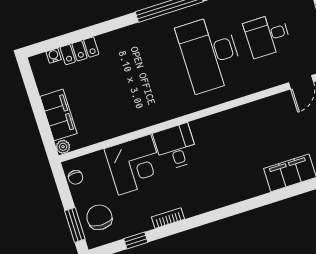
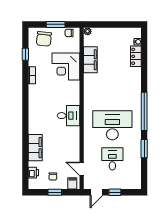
filing cabinet: (58, 115) -> (90, 60), moved, turned -90
desk: (176, 147) -> (68, 116), moved
chair: (99, 217) -> (44, 39), turned 96
window: (75, 225) -> (56, 24), moved

